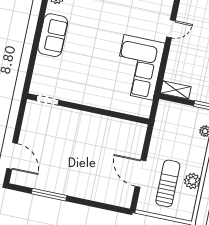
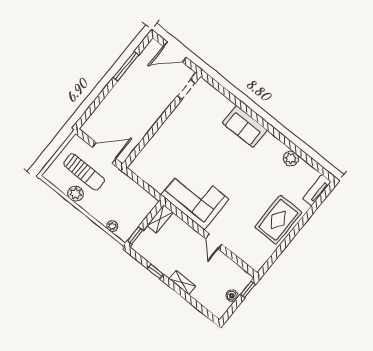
sofa: (53, 35) -> (245, 126), moved
doorway: (48, 100) -> (186, 90), moved
wall: (88, 109) -> (161, 120), moved

